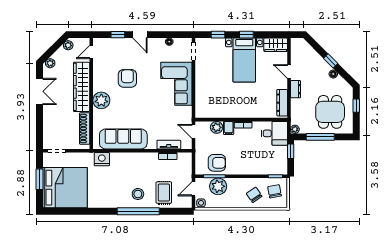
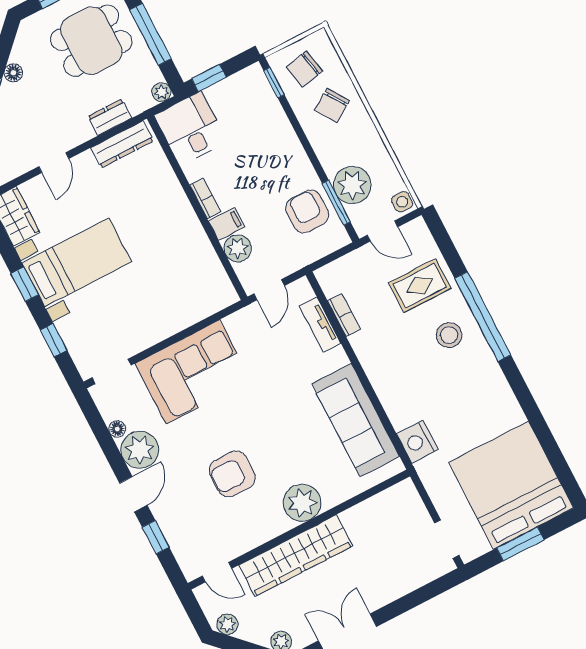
plant: (156, 46) -> (140, 450), added
dresser: (296, 89) -> (110, 117), moved
shoe rack: (85, 129) -> (375, 507), removed

